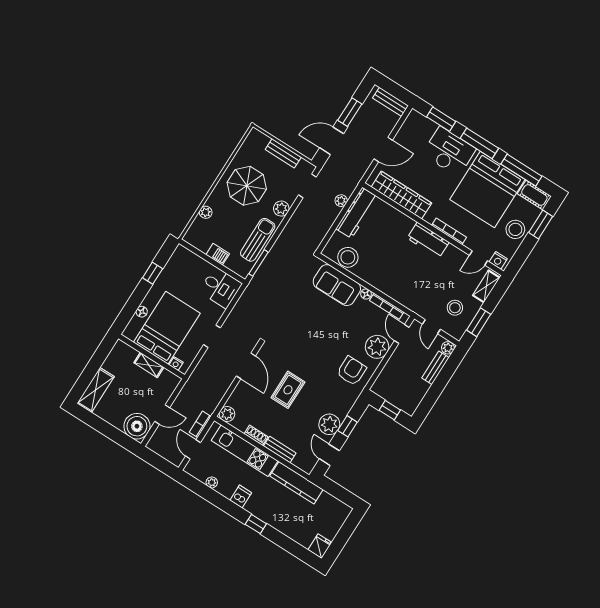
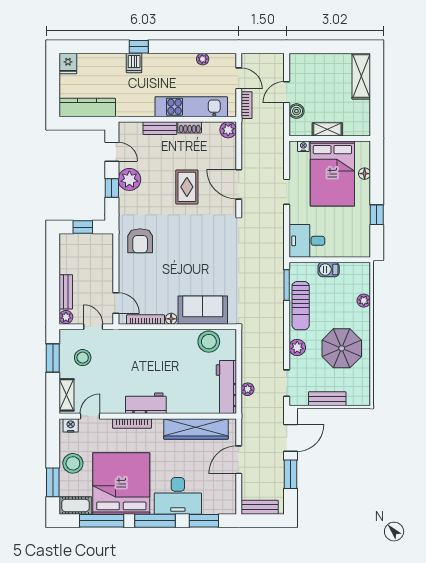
plant: (377, 347) -> (131, 277), removed
boiler: (137, 426) -> (296, 111), moved, width x0.54, depth x0.54
kitchen counter: (296, 483) -> (87, 108), moved
dishwasher: (241, 497) -> (134, 63), moved

